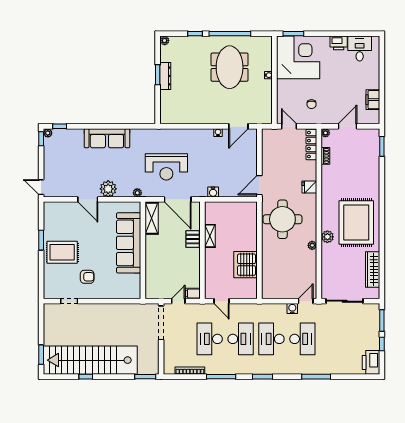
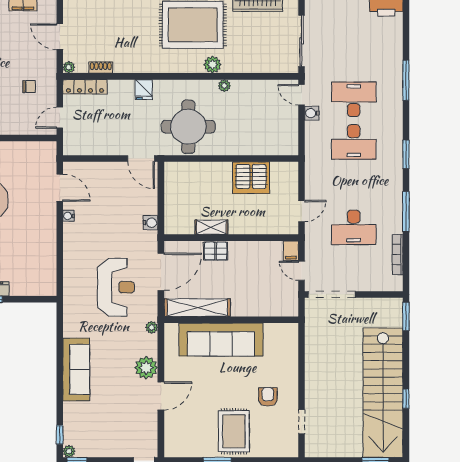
shelving: (152, 218) -> (197, 308), width x1.47
desk: (241, 339) -> (354, 185), removed

